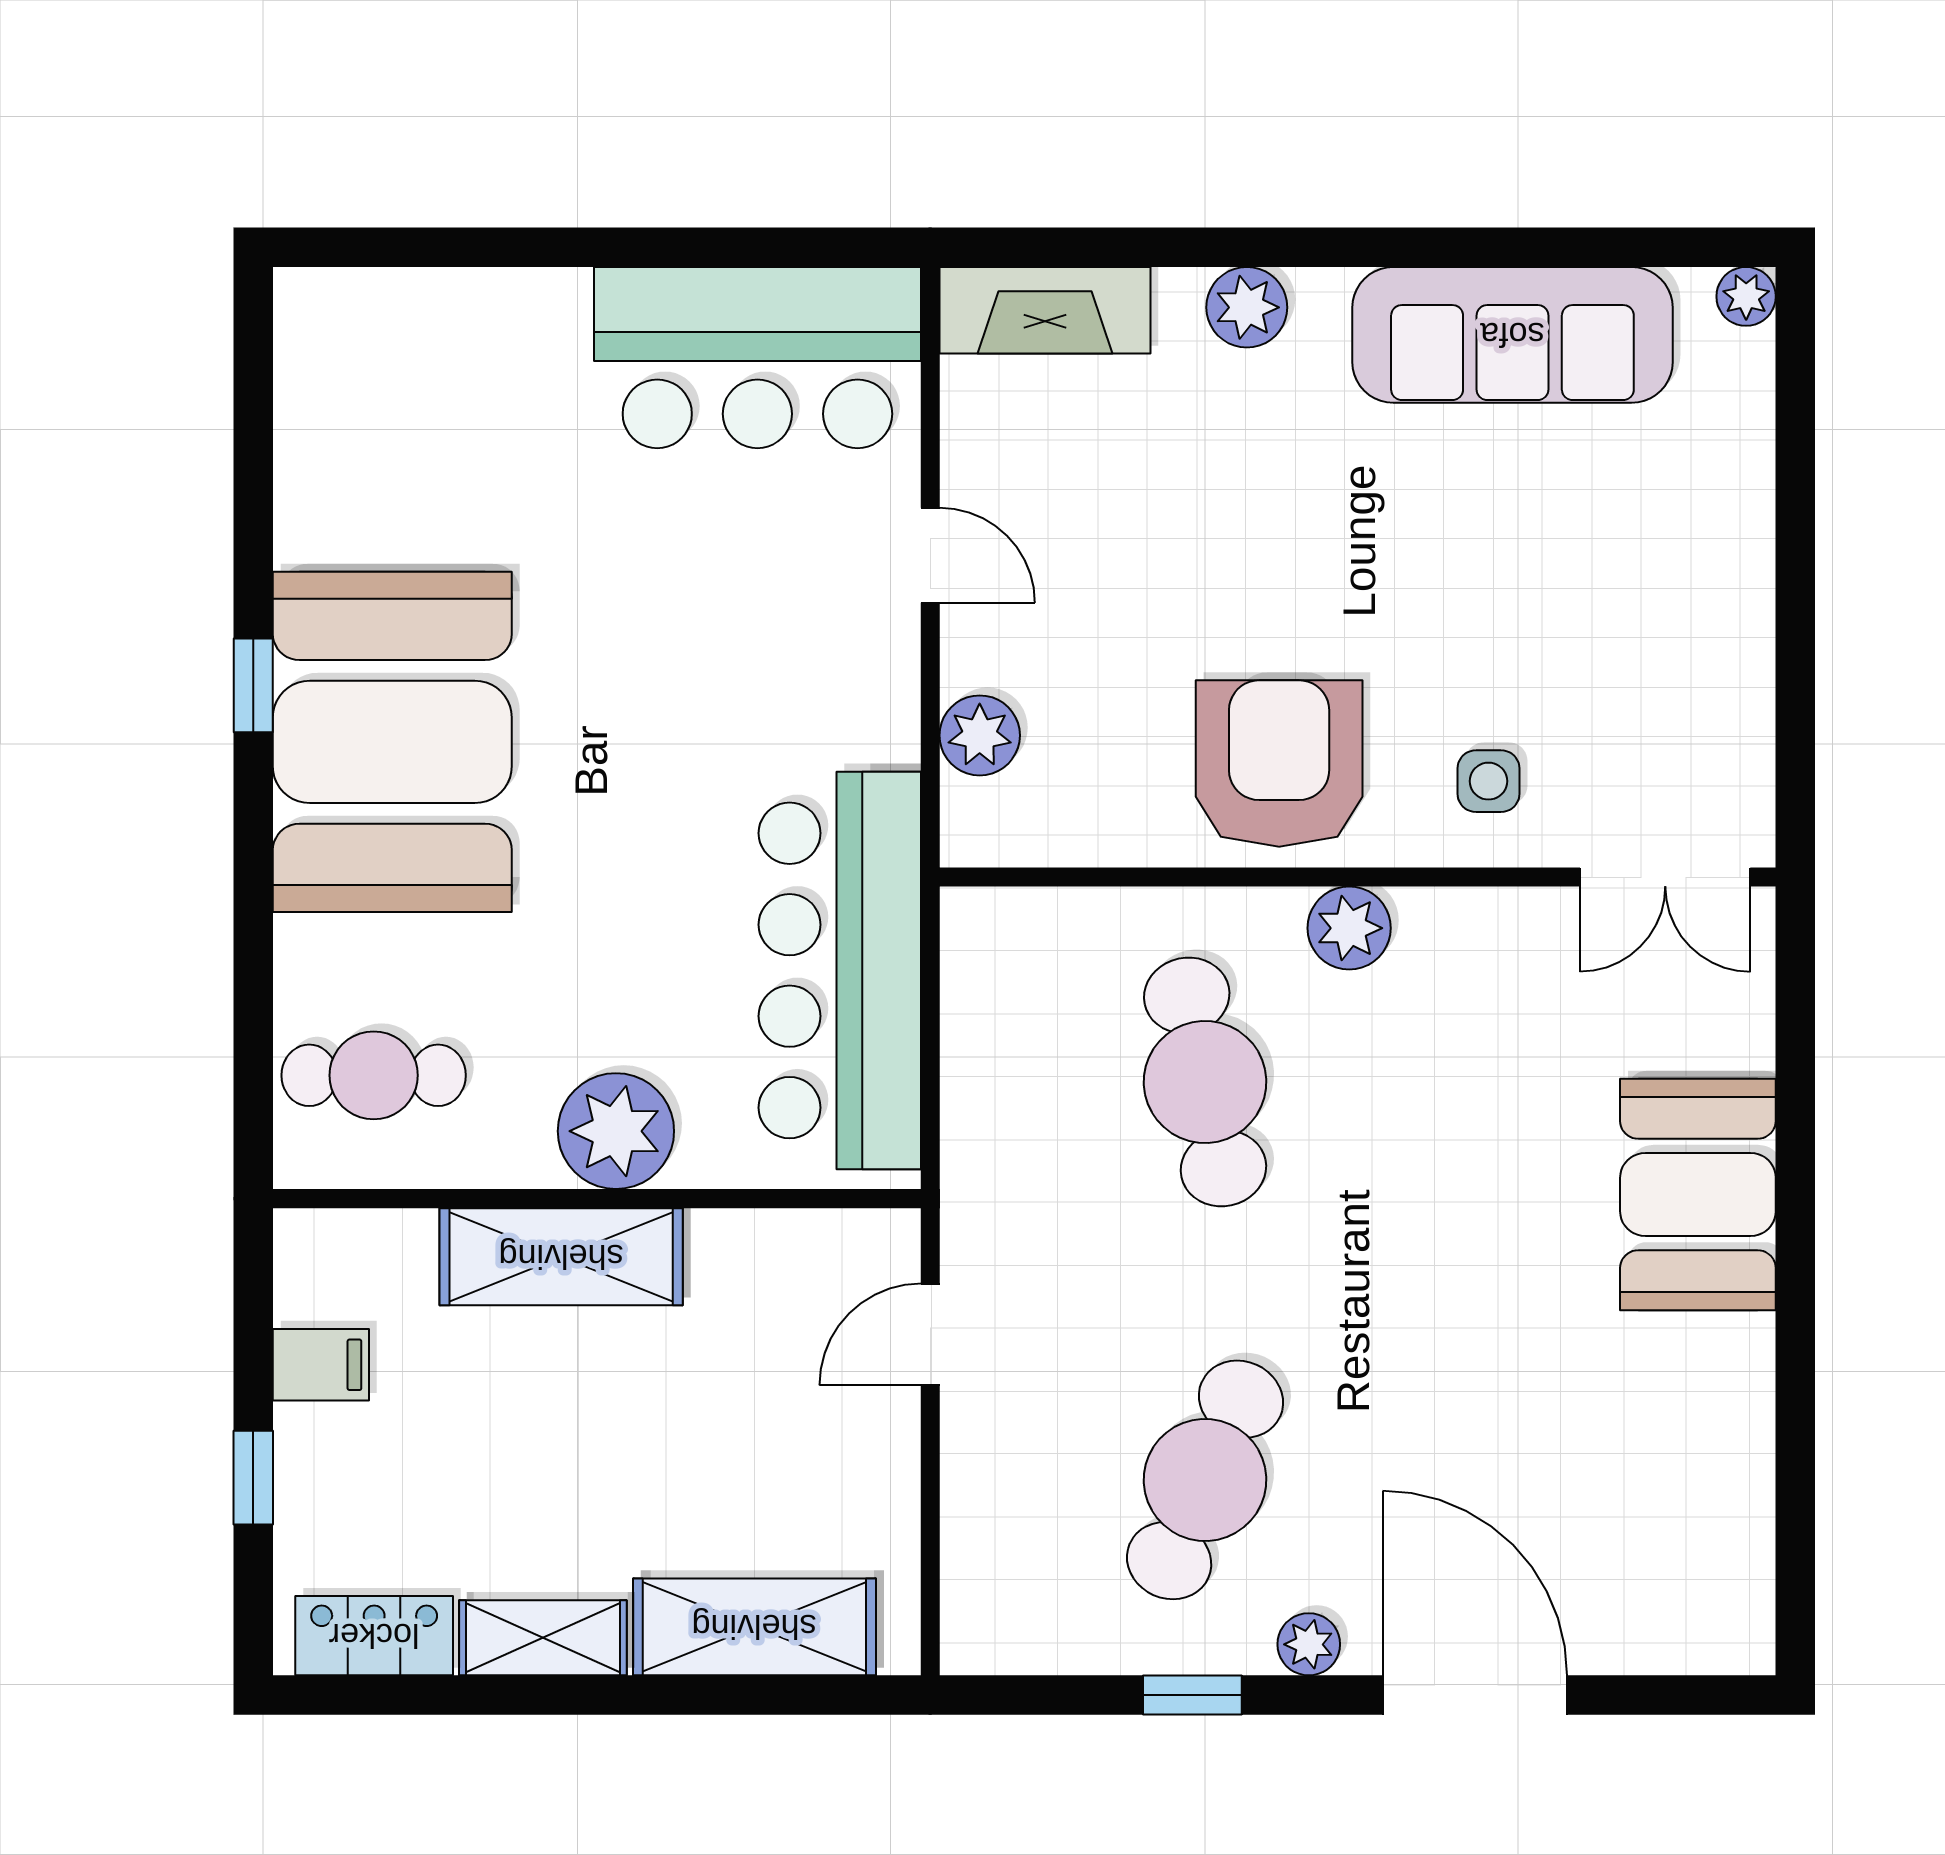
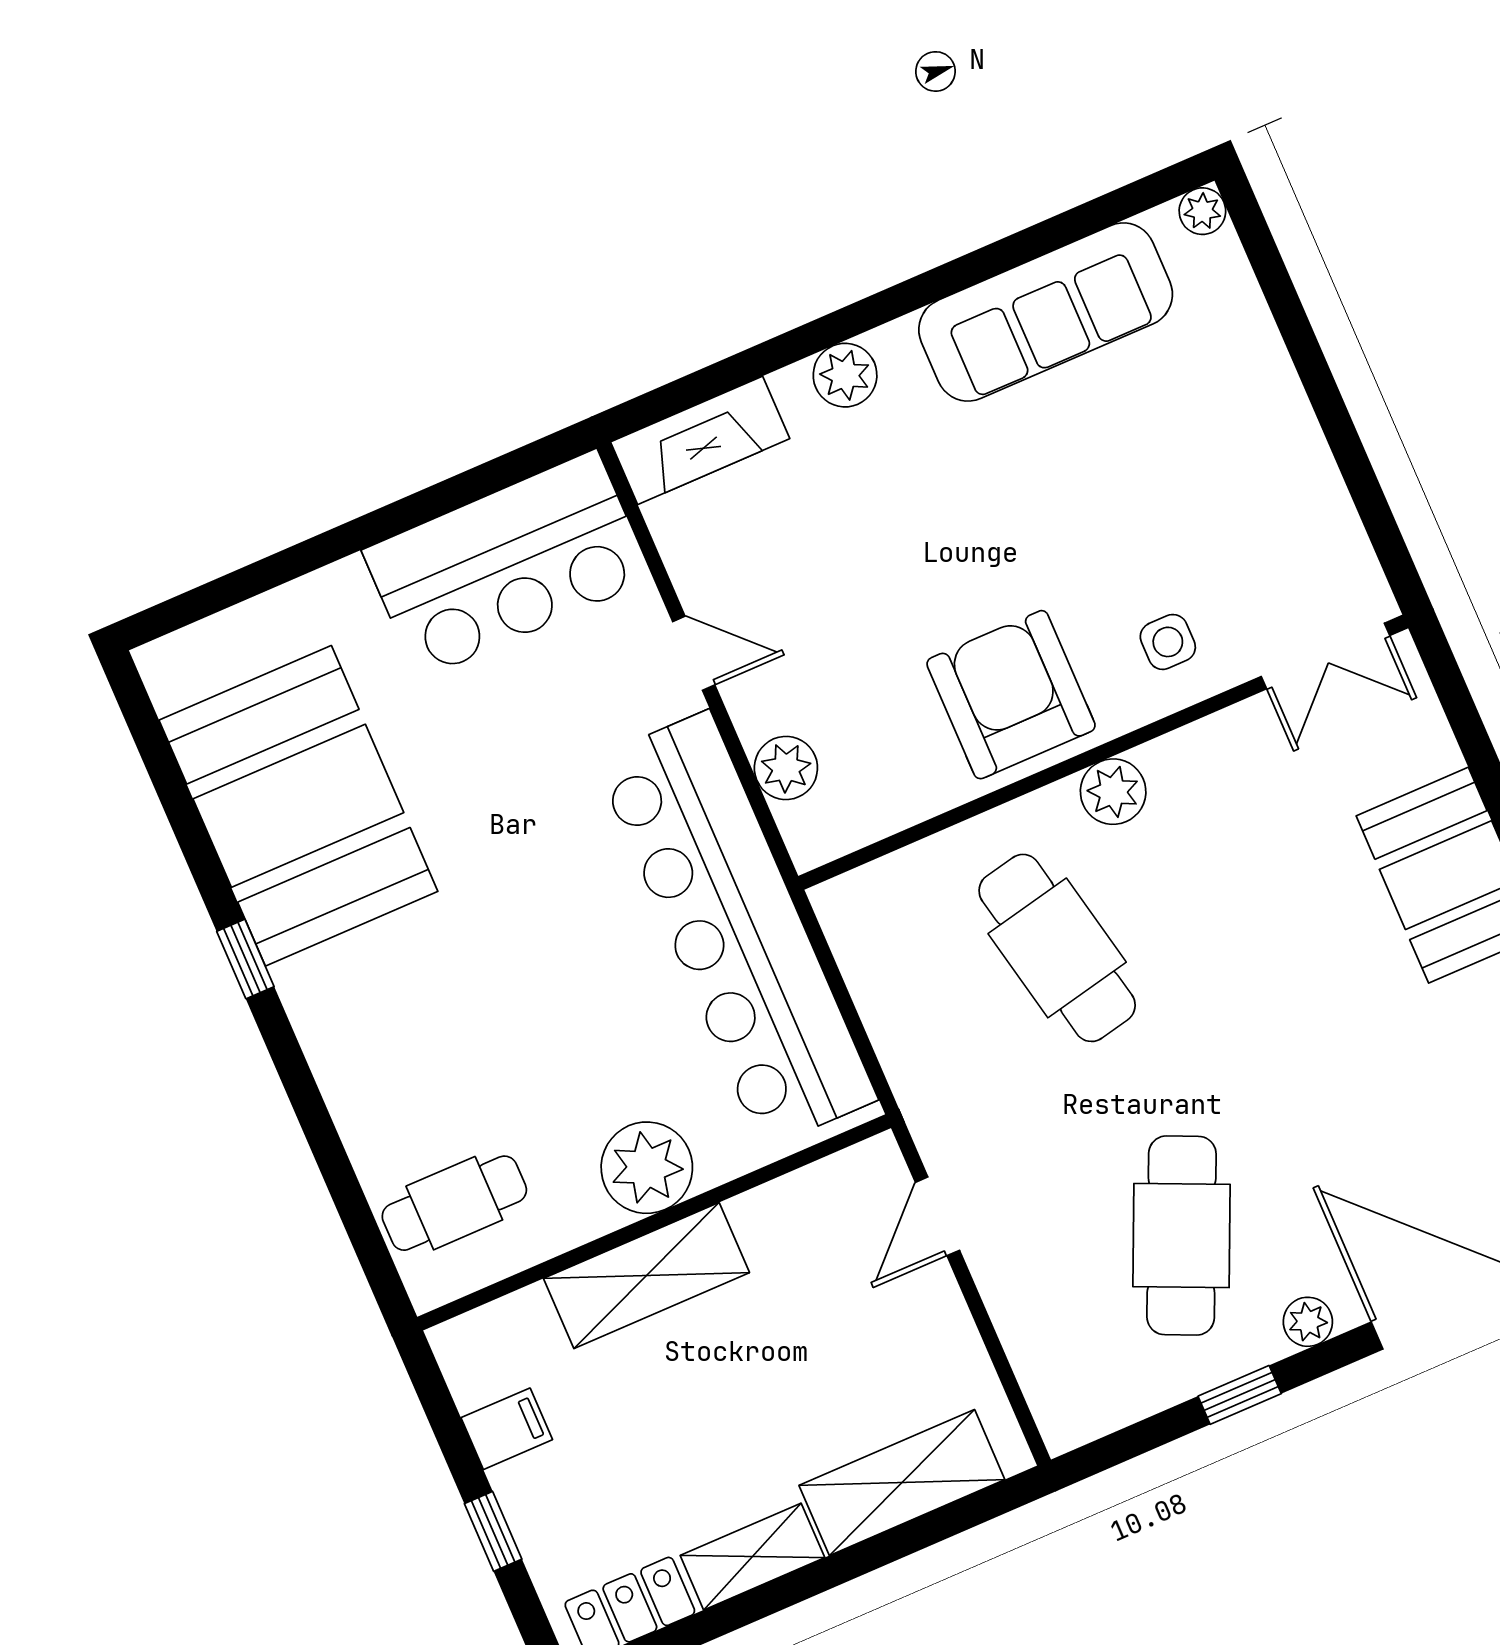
booth: (392, 742) -> (298, 806), moved
bar counter: (840, 970) -> (736, 929), width x1.36

